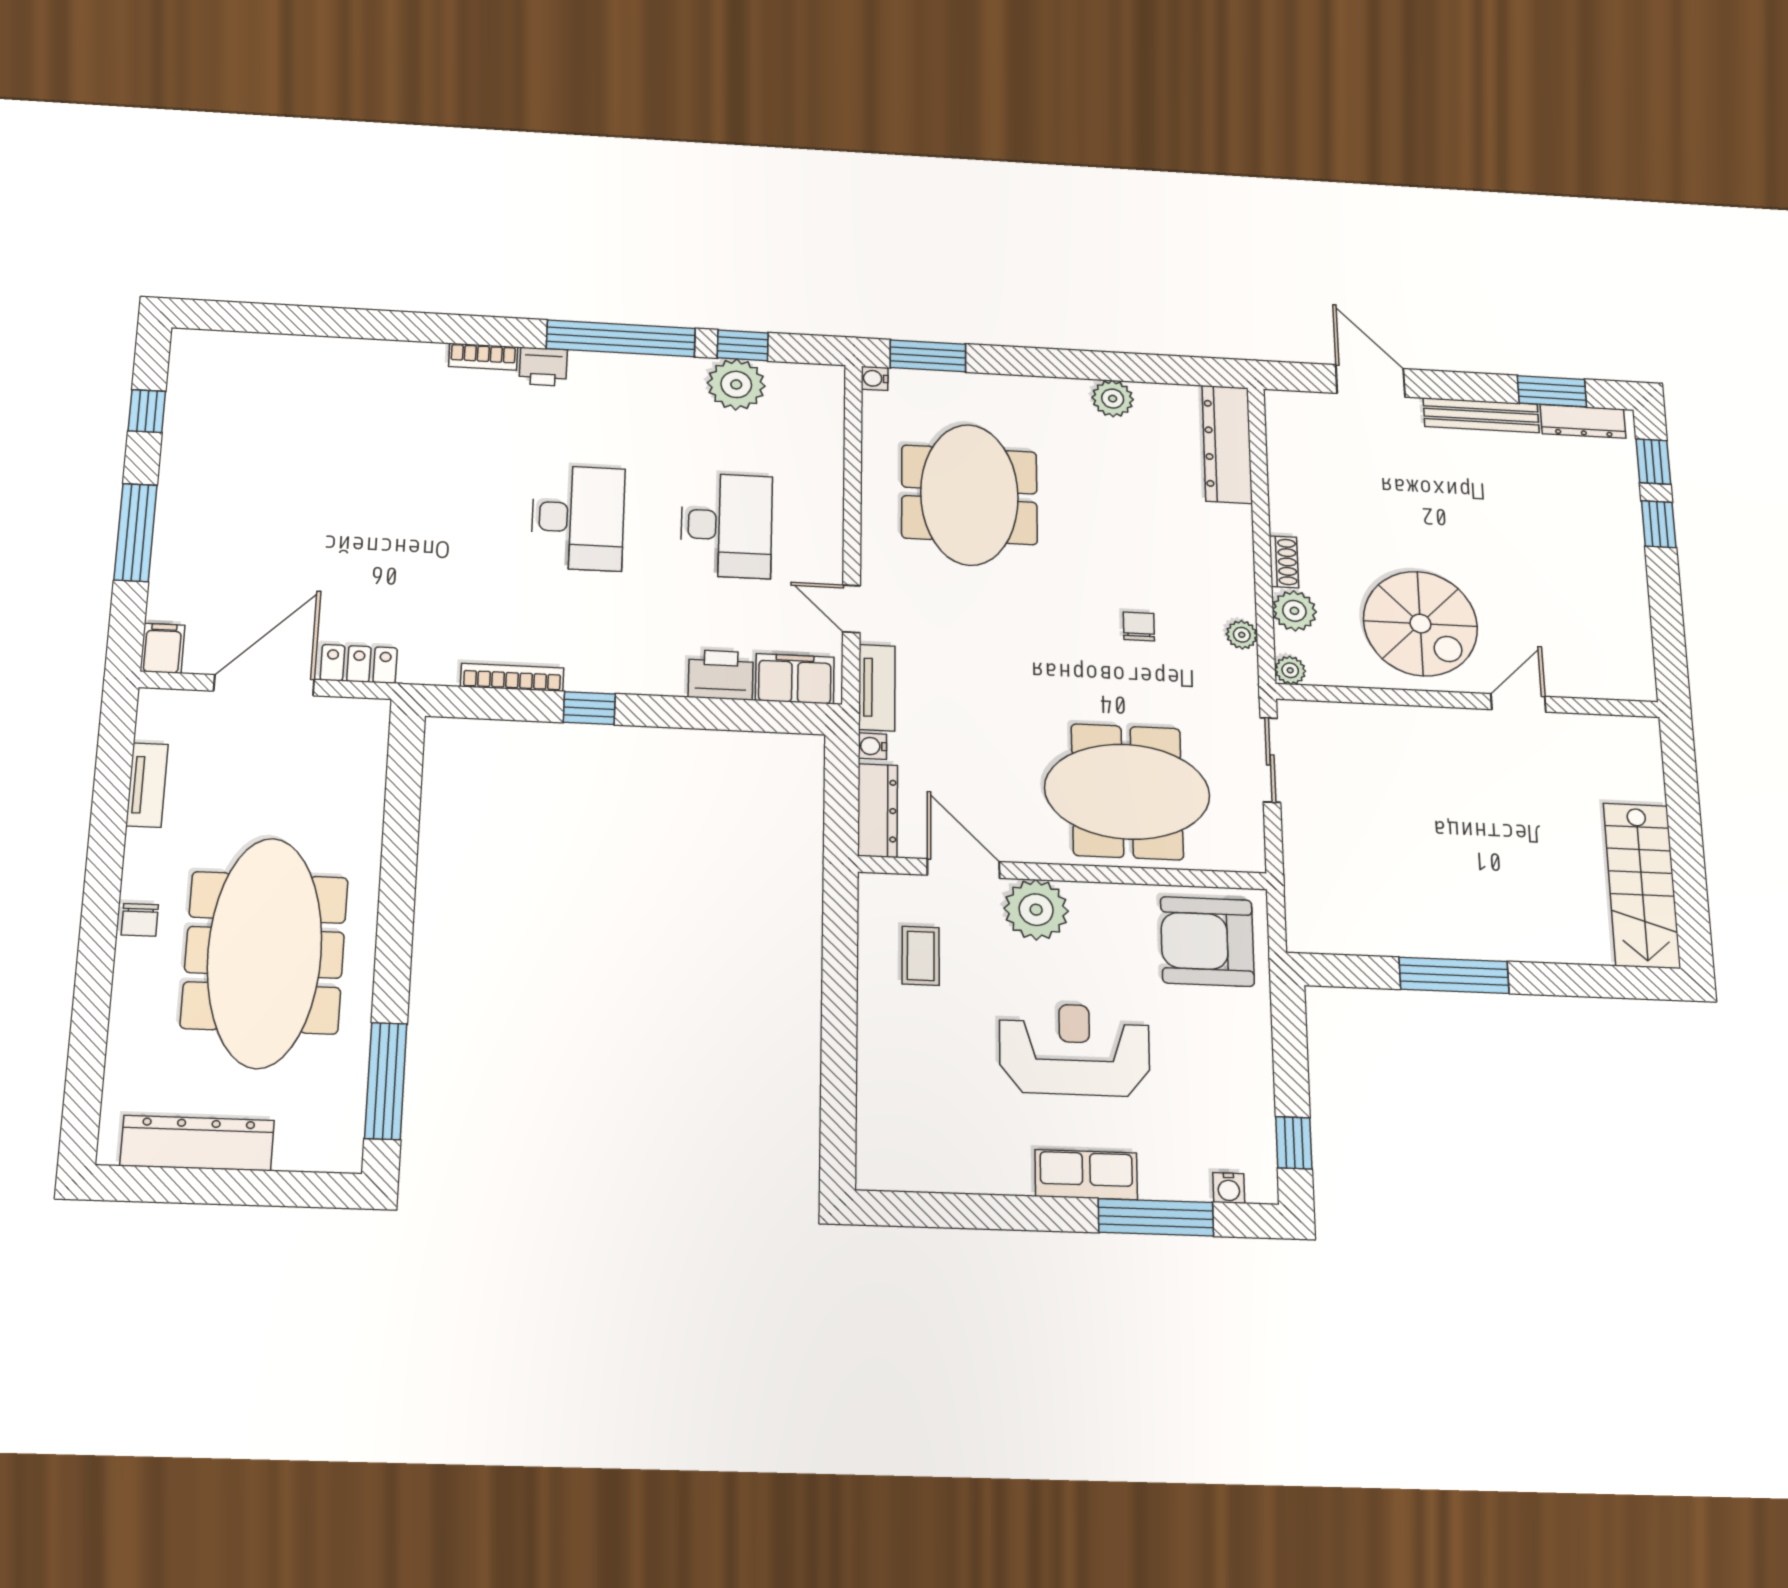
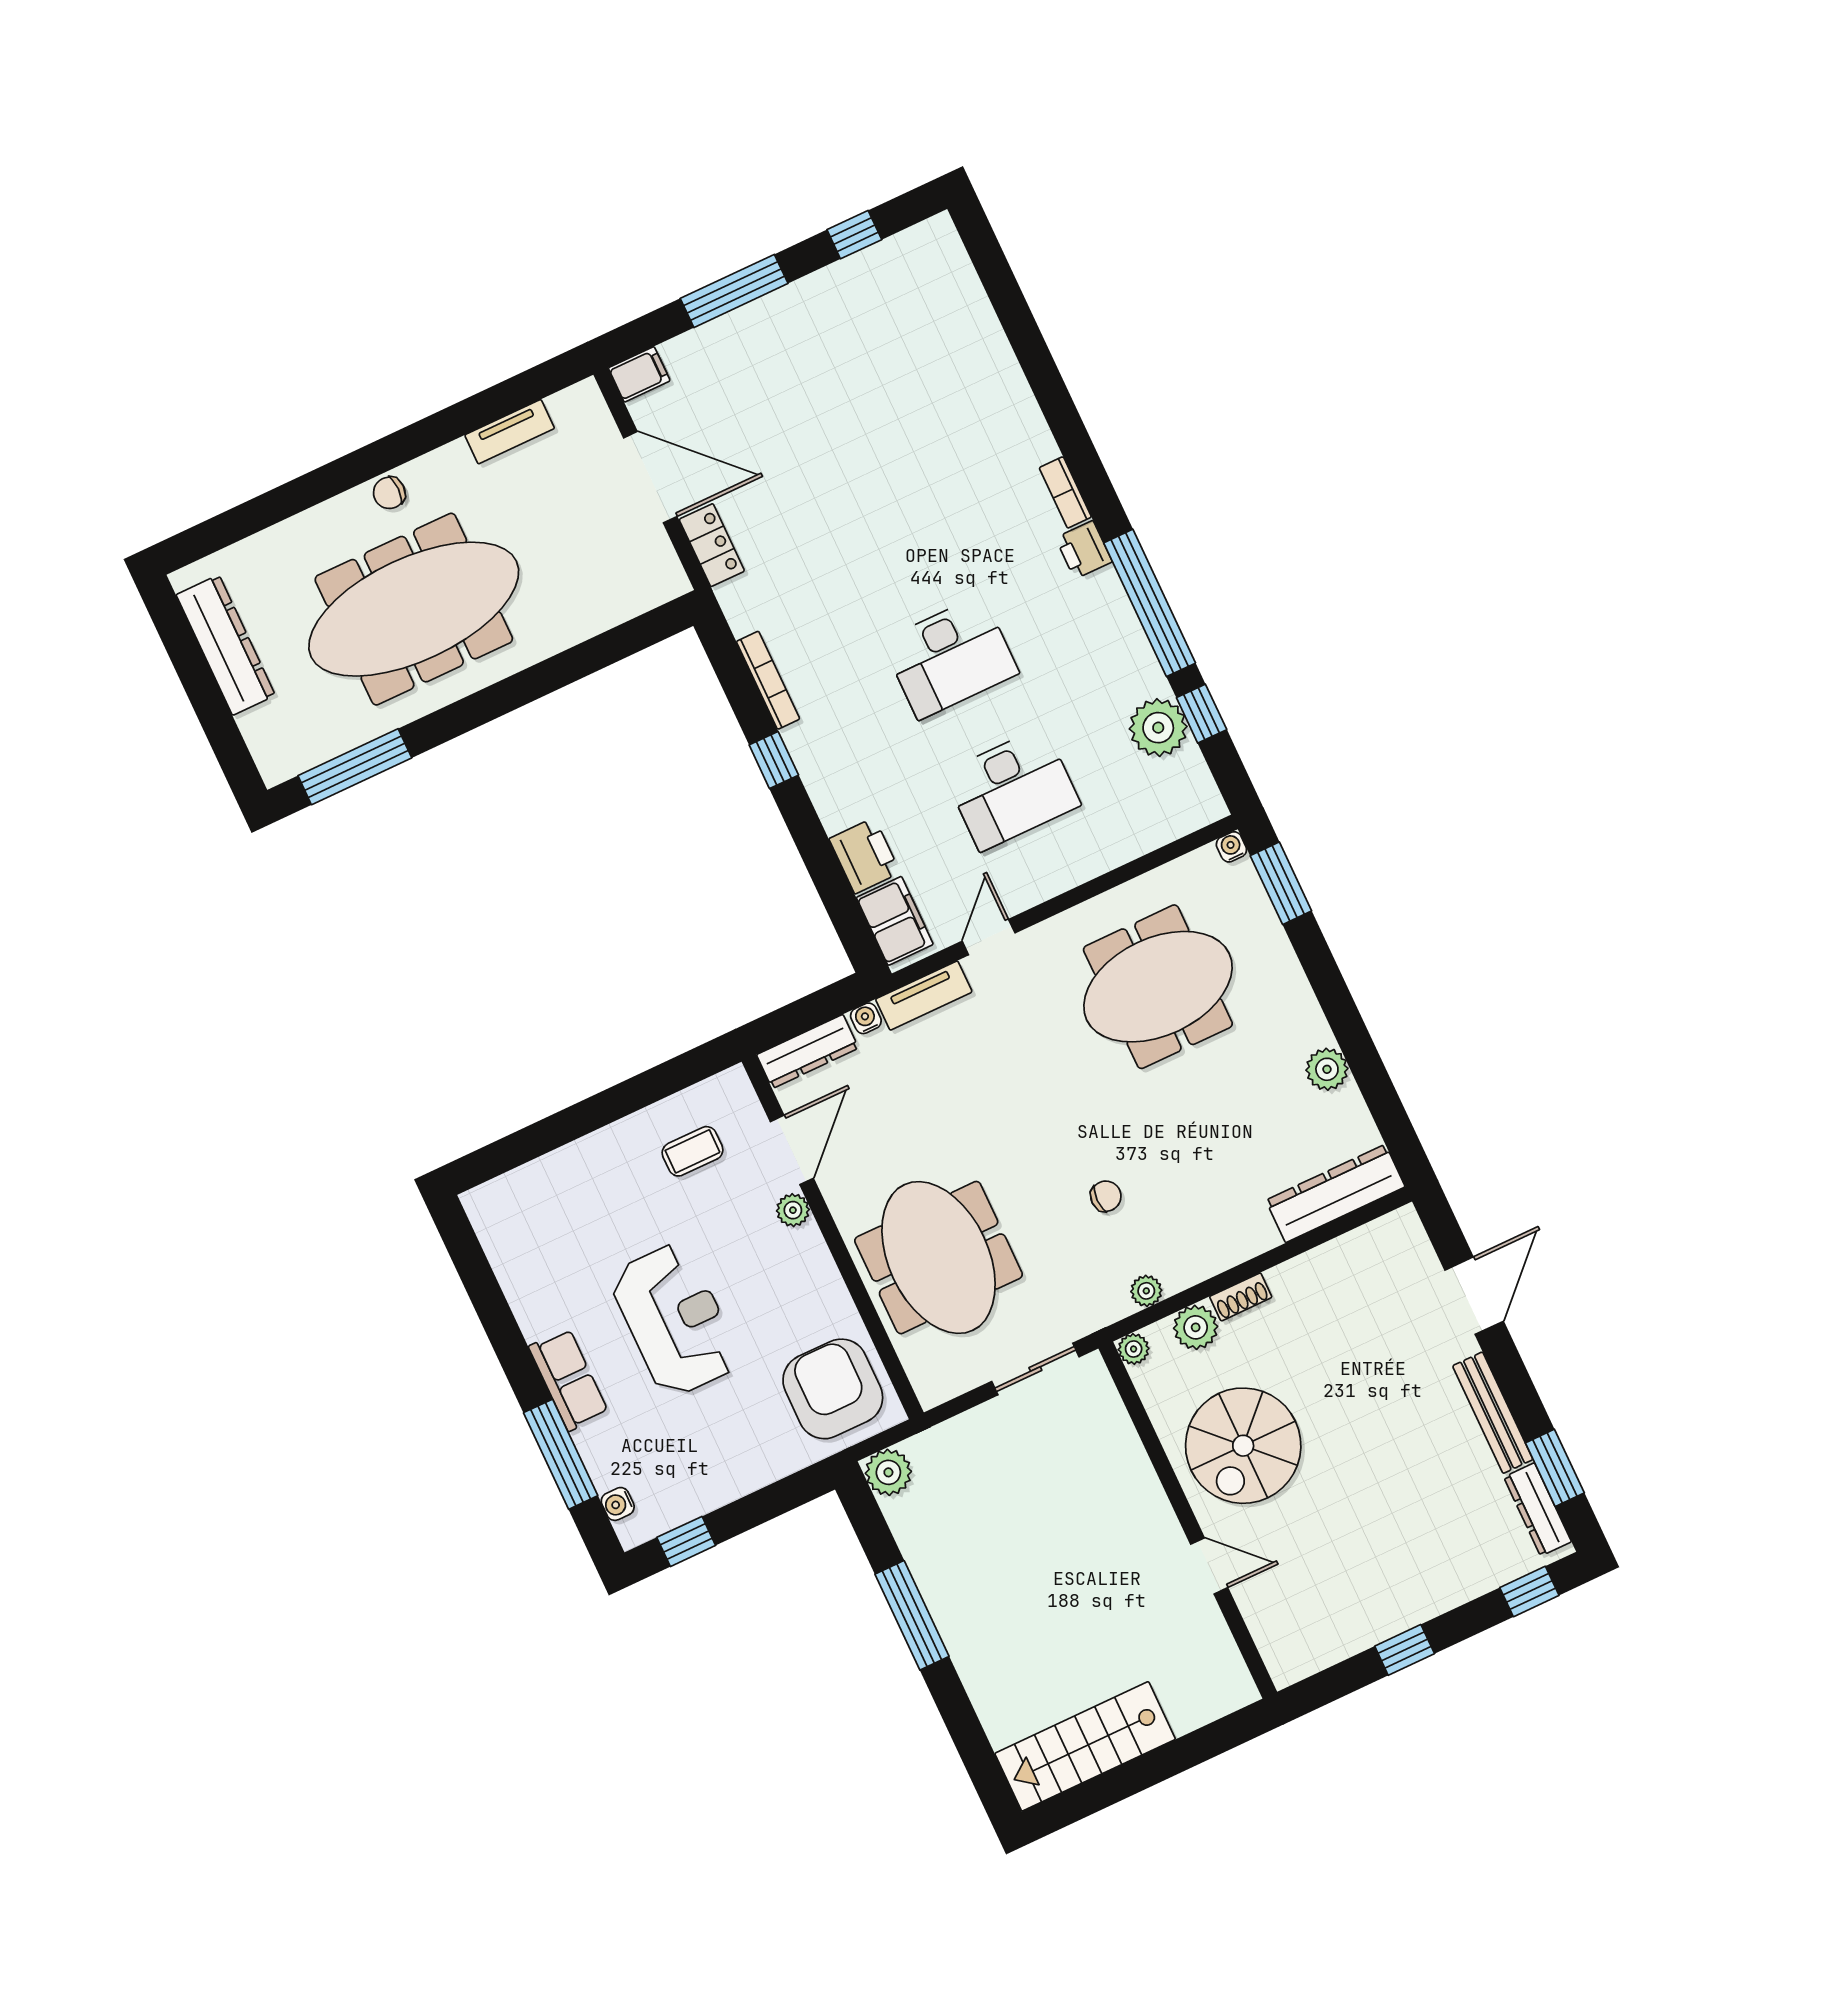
window: (1659, 524) -> (1405, 1650), moved
plant: (1036, 910) -> (793, 1210), width x0.53, depth x0.53
plant: (1309, 931) -> (888, 1472), added

